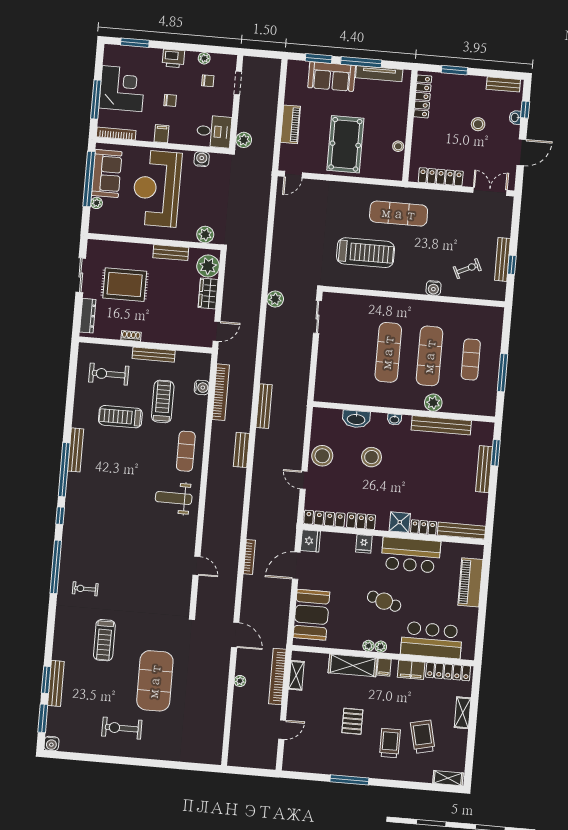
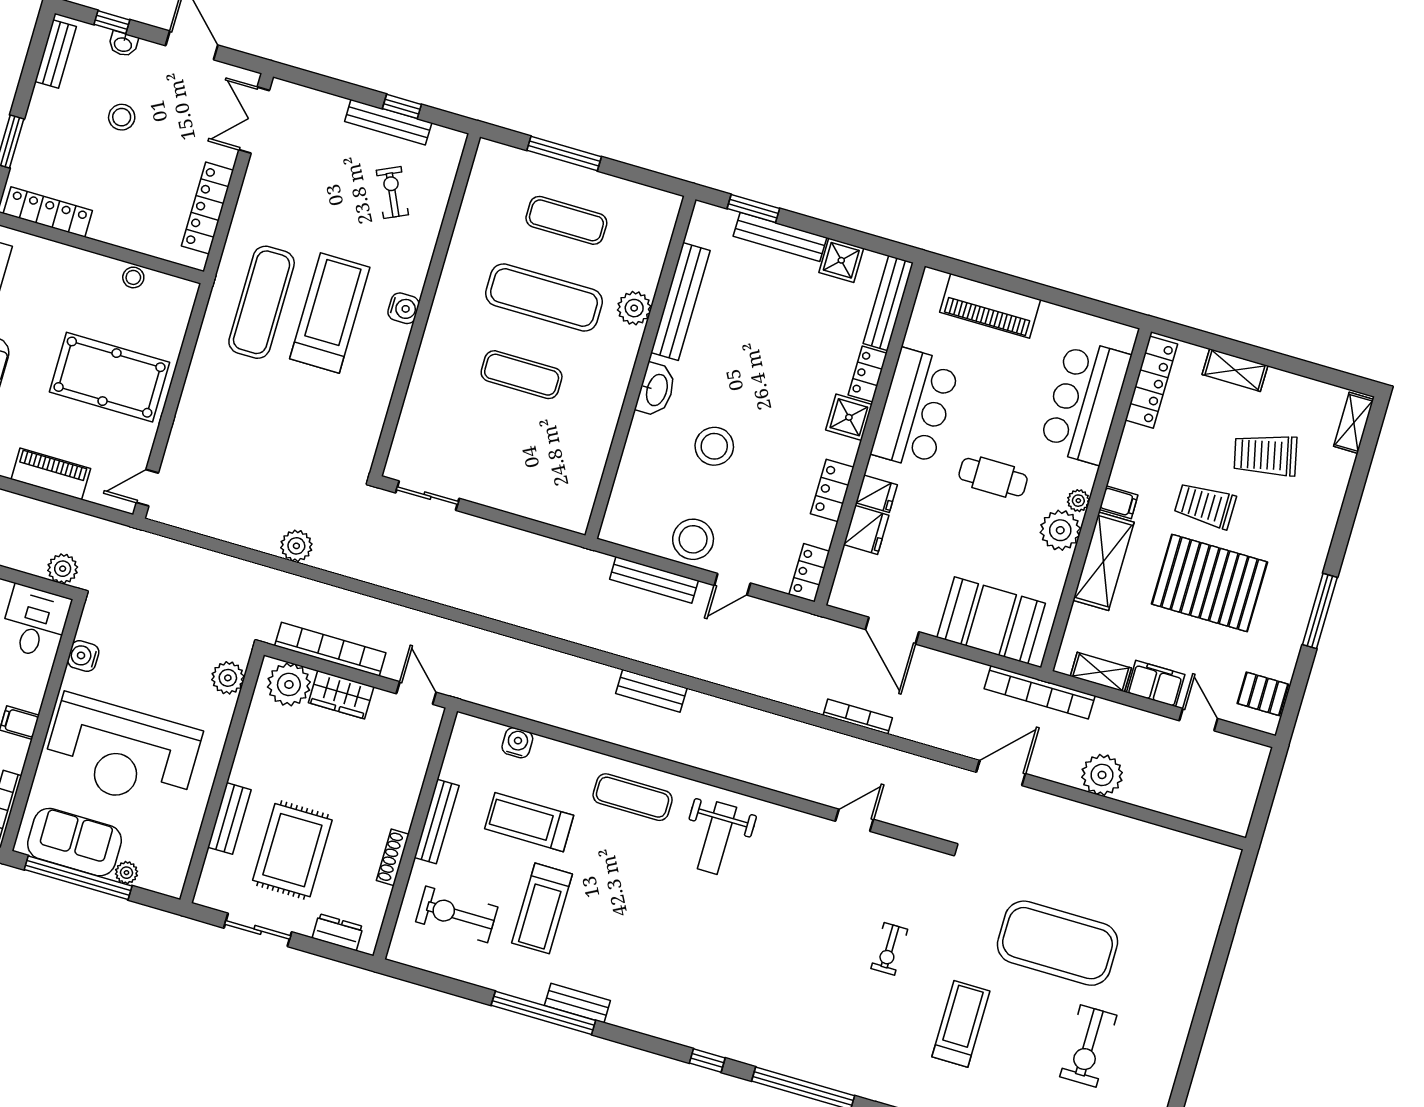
door: (293, 175) -> (147, 488), swing flipped
bench: (171, 253) -> (229, 818), moved
treadmill: (366, 253) -> (330, 313), moved
water cooler: (433, 288) -> (403, 308), moved
plant: (275, 299) -> (296, 546), moved
dresser: (88, 316) -> (338, 932), width x0.70
shoe rack: (131, 336) -> (393, 857), width x1.43
exercise mat: (388, 352) -> (522, 375), width x0.73, depth x0.69
window: (503, 373) -> (564, 154), moved
exercise bike: (109, 374) -> (457, 914), turned 90
bookcase: (221, 392) -> (330, 649), moved
bench: (264, 406) -> (654, 580), moved
washbasin: (356, 419) -> (636, 461), removed
washbasin: (394, 419) -> (656, 390), width x1.91, depth x1.45
bench: (76, 450) -> (577, 1003), width x0.73
window: (64, 470) -> (543, 1013), moved
shower: (478, 502) -> (841, 260), added
locker: (324, 519) -> (809, 573), width x0.66
fridge: (310, 541) -> (866, 530), moved, turned 90
exercise bike: (85, 589) -> (889, 949), moved
cafe table: (384, 601) -> (993, 477), turned 73
treadmill: (104, 640) -> (961, 1024), turned -90
plant: (368, 646) -> (1060, 530), width x1.87, depth x1.87
filing cabinet: (411, 670) -> (1156, 684), moved, turned -90
bookcase: (277, 677) -> (1040, 692), moved
plant: (240, 681) -> (1102, 775), width x1.87, depth x1.87
pallet: (352, 721) -> (1209, 583), width x2.05, depth x2.00
exercise bike: (122, 728) -> (1088, 1046), moved
trolley: (390, 743) -> (1205, 505), moved
pallet: (302, 760) -> (1263, 694), added

